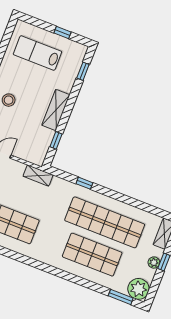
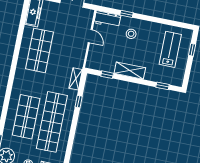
window: (63, 33) -> (192, 50), moved
shelving: (38, 175) -> (76, 79), moved

